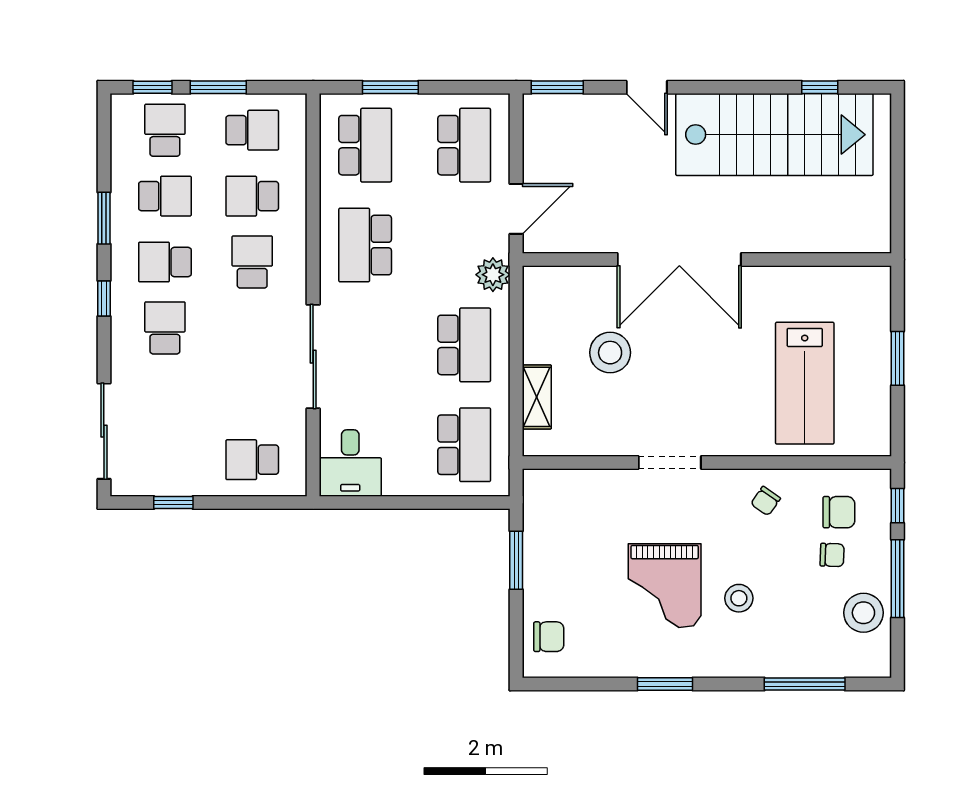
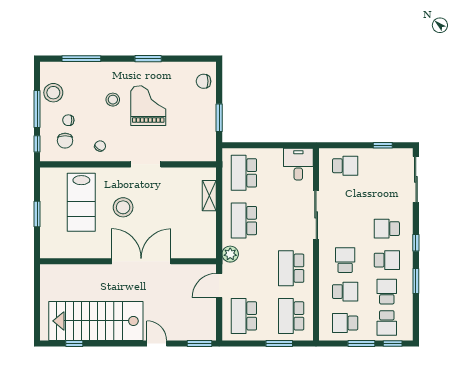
school desk: (165, 196) -> (387, 292), turned 90
school desk: (365, 245) -> (291, 268), turned 180
school desk: (252, 262) -> (345, 260), turned 180
school desk: (165, 328) -> (387, 229), turned 90
stool: (610, 353) -> (123, 207), moved
lab bench: (805, 383) -> (81, 202), turned 180
chair: (839, 512) -> (65, 141), turned -90

